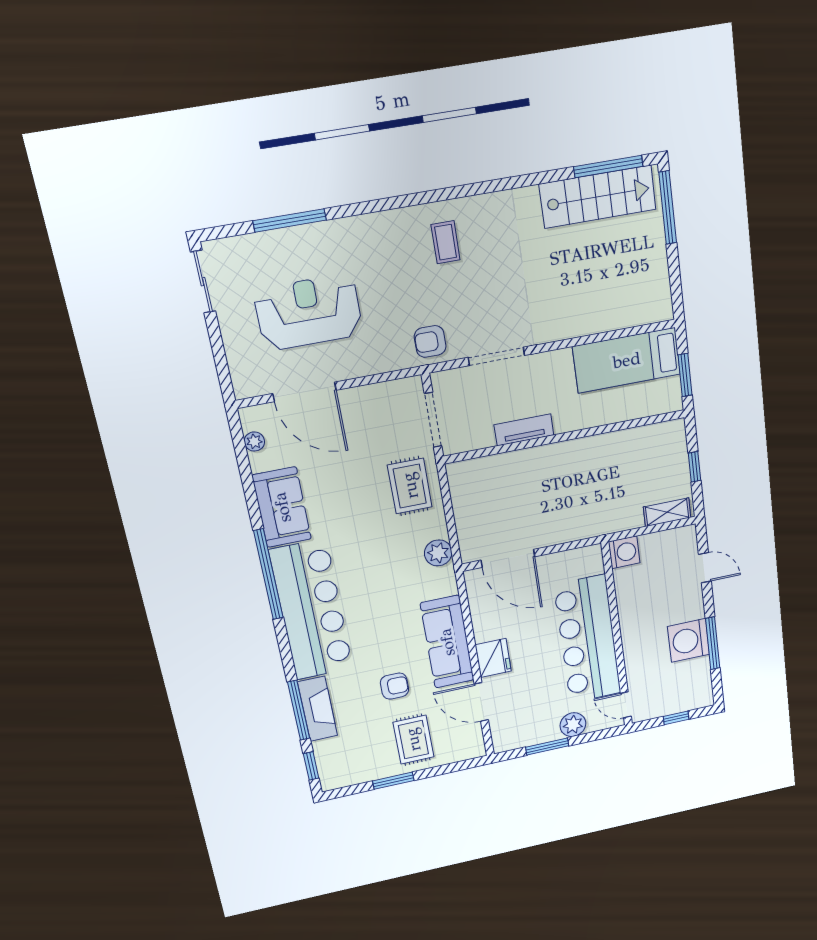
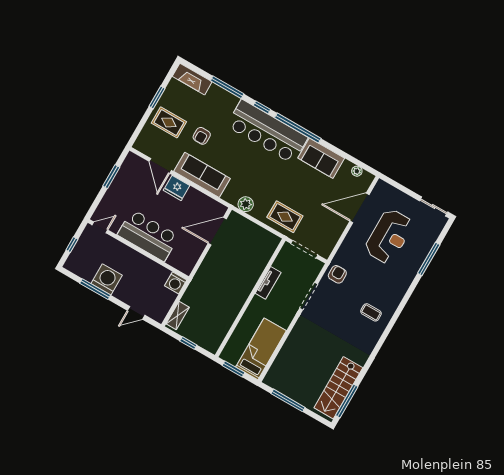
window: (668, 208) -> (288, 400), moved
bar counter: (588, 639) -> (148, 235), width x0.73
door: (481, 702) -> (160, 166), swing flipped
fireplace: (318, 709) -> (192, 79), moved
plant: (573, 725) -> (112, 196), removed
window: (311, 766) -> (262, 107), moved

